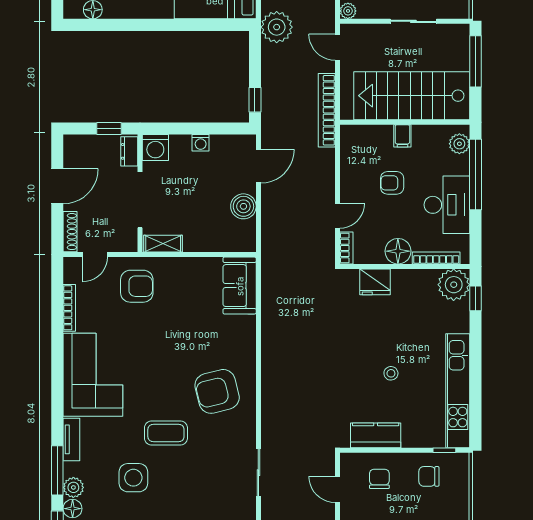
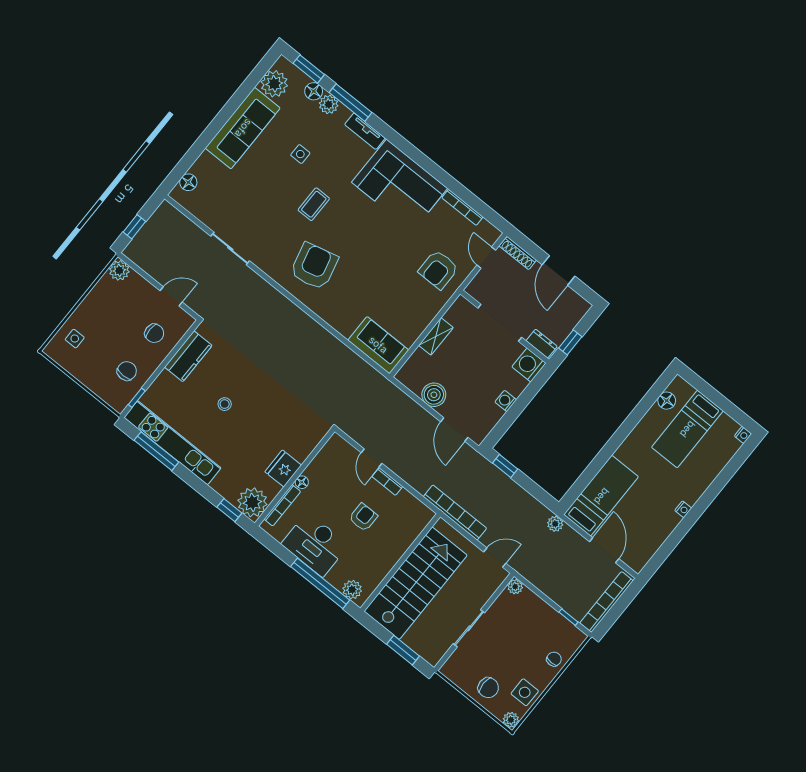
plant: (277, 27) -> (555, 524), width x0.53, depth x0.53
window: (476, 61) -> (403, 650), width x0.69
filing cabinet: (402, 136) -> (392, 553), removed
shelving: (163, 244) -> (436, 336), moved
bookcase: (346, 248) -> (387, 482), moved
floor lamp: (398, 251) -> (302, 482), width x0.53, depth x0.53
fridge: (375, 282) -> (283, 468), moved
window: (476, 398) -> (156, 451), added
coffee table: (166, 433) -> (314, 204), width x0.73, depth x0.77
side table: (133, 478) -> (300, 154), width x0.54, depth x0.54

